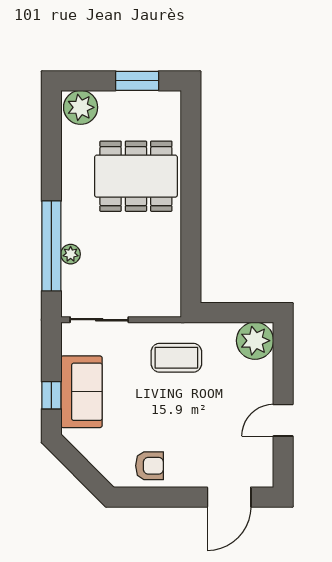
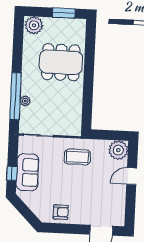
door: (283, 420) -> (132, 176), moved

